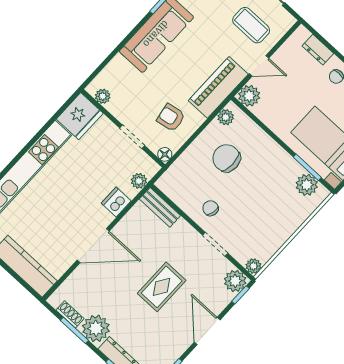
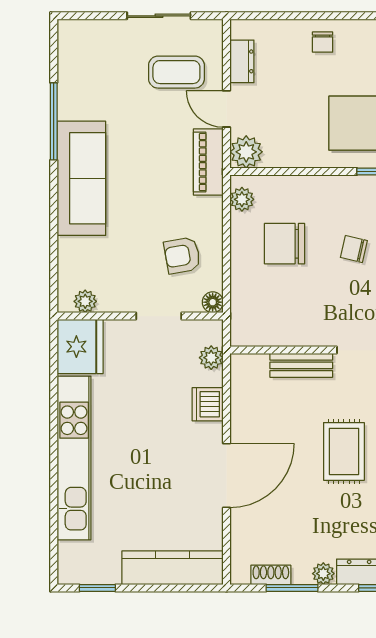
dresser: (318, 50) -> (242, 61), moved, turned -90
door: (259, 66) -> (227, 109), swing flipped
piano: (218, 87) -> (208, 162), width x0.73, depth x0.75
bench: (160, 207) -> (301, 365), moved
chair: (211, 208) -> (354, 249), moved
plant: (96, 328) -> (323, 574), width x0.53, depth x0.53

